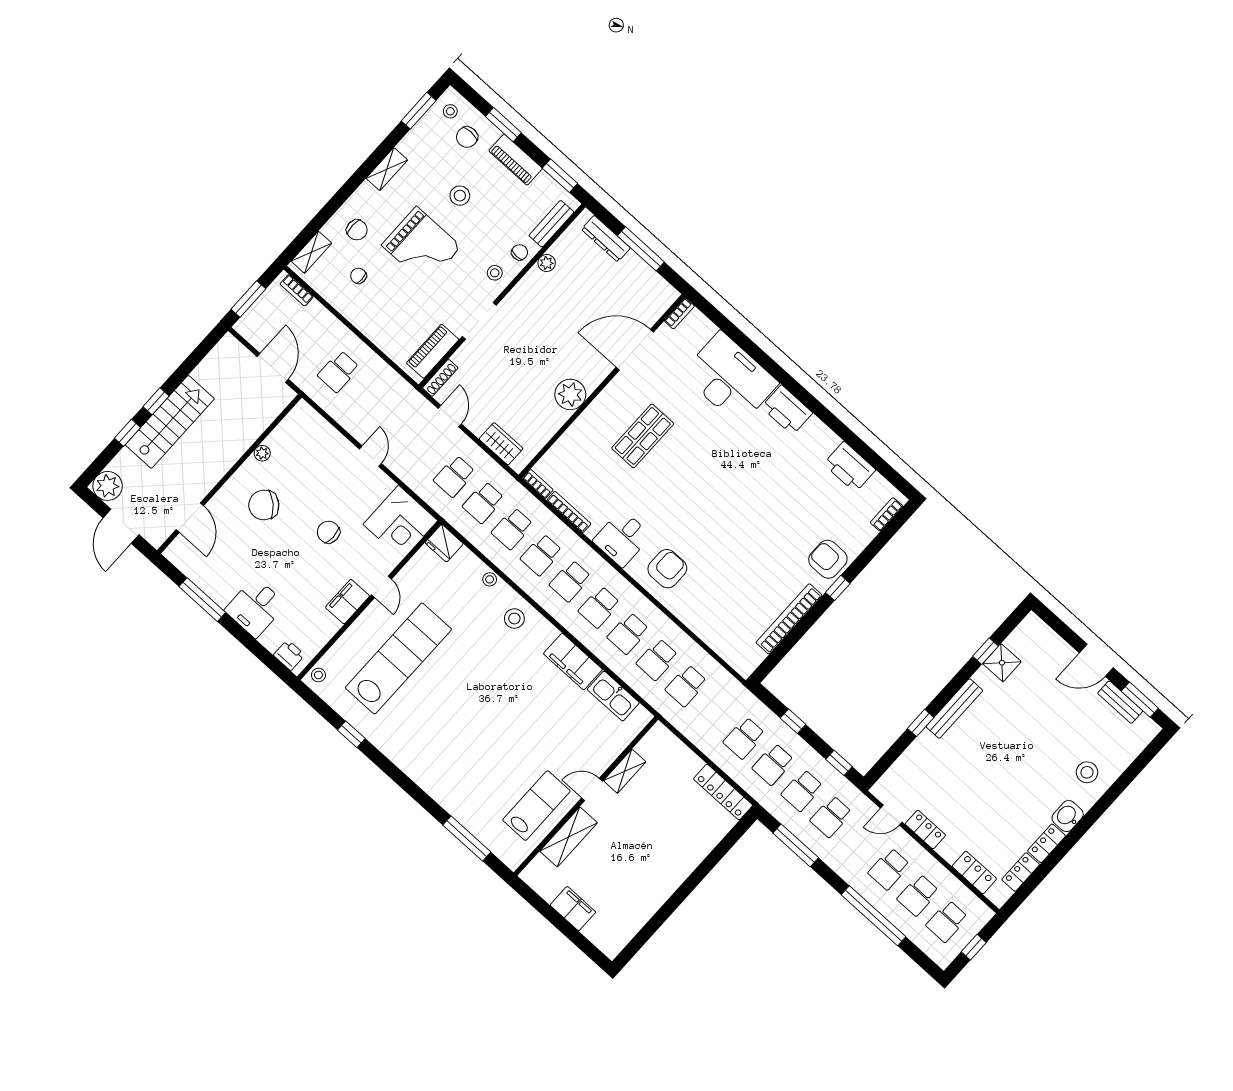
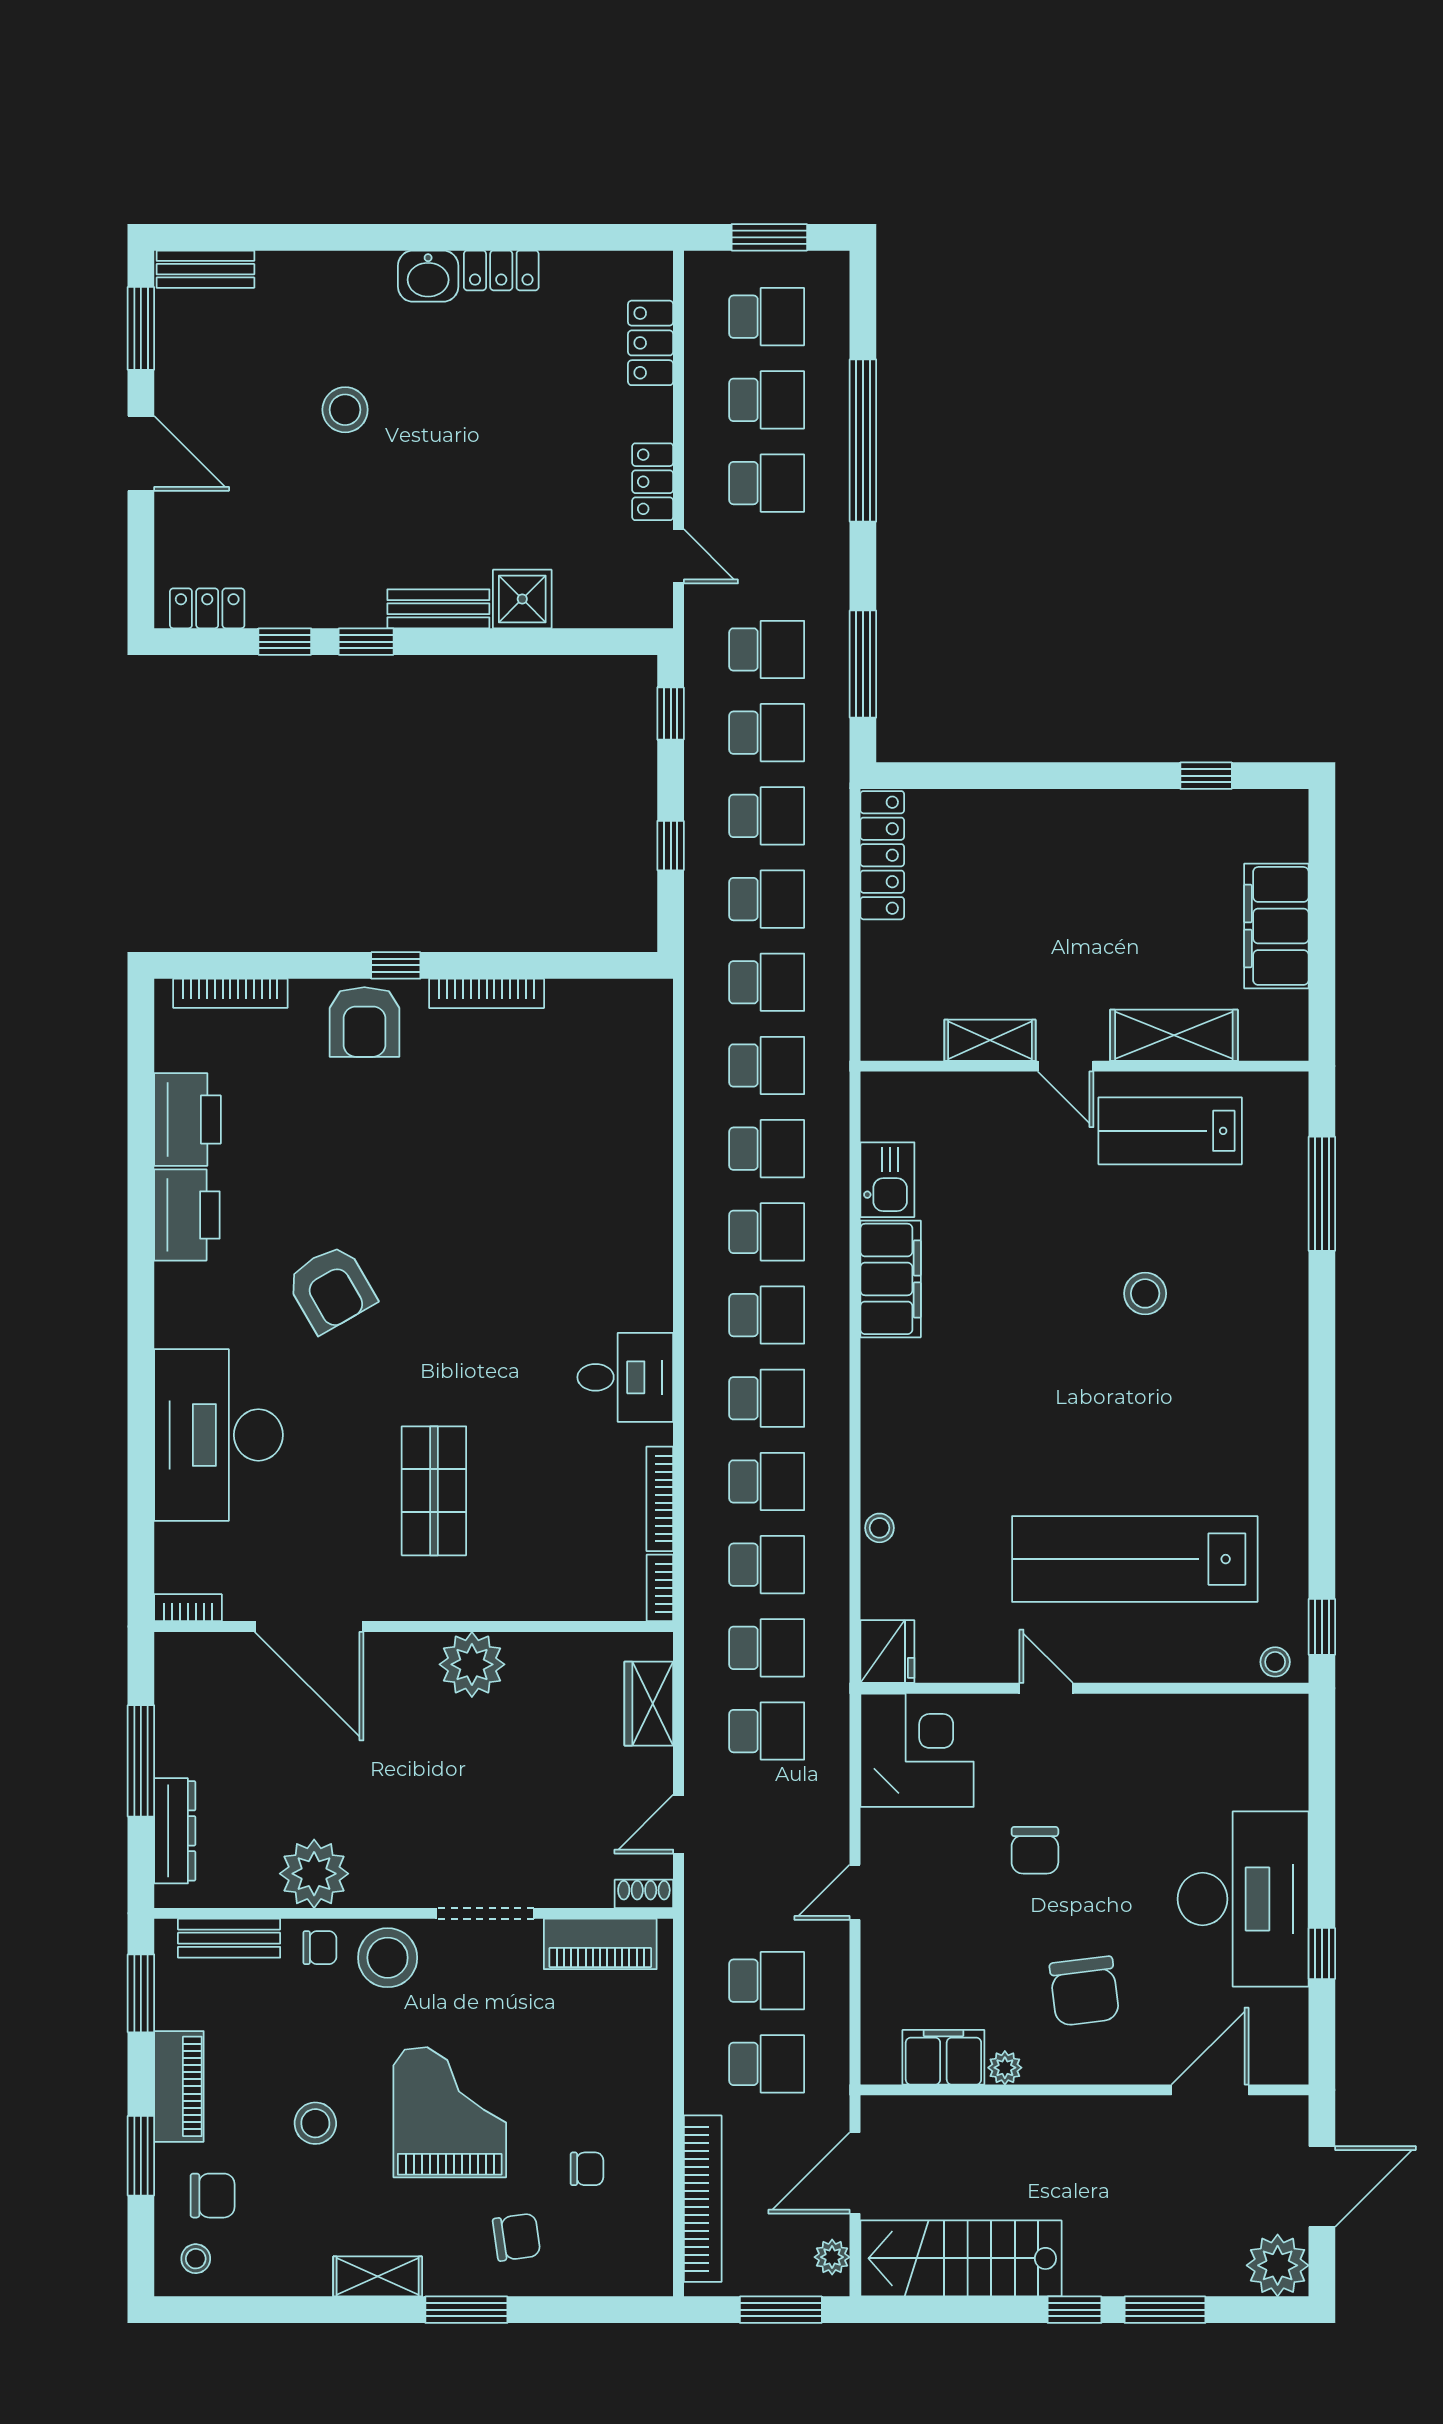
window: (419, 111) -> (466, 2310), moved
chair: (357, 230) -> (517, 2237), turned 82
shelving: (311, 252) -> (617, 2277), removed
chair: (520, 252) -> (320, 1948), turned 180
plant: (547, 263) -> (314, 1874), width x1.88, depth x1.88
stool: (495, 273) -> (388, 1958), width x1.89, depth x1.89
chair: (358, 276) -> (587, 2169), turned -90
bookcase: (297, 290) -> (703, 2199), width x2.31, depth x1.31
plant: (251, 333) -> (832, 2257), added
shoe rack: (440, 378) -> (644, 1894), width x0.70
school desk: (367, 398) -> (767, 1981), added
printer: (787, 410) -> (187, 1215), moved
stairs: (170, 422) -> (961, 2258), moved
window: (128, 433) -> (1165, 2310), width x1.50
shop shelf: (643, 436) -> (434, 1491), turned 90
chair: (264, 505) -> (1084, 1991), turned 40
bookcase: (887, 514) -> (230, 993), width x1.56
armchair: (667, 569) -> (331, 1289), moved, turned -120
door: (381, 587) -> (1046, 1688), hinge flipped
window: (202, 600) -> (1322, 1953), width x0.46
filing cabinet: (347, 602) -> (943, 2057), moved, turned 180
desk: (255, 607) -> (1243, 1899), width x1.87, depth x1.30
stool: (514, 619) -> (1145, 1293), moved
bookcase: (789, 619) -> (487, 993), width x0.68, depth x0.76
printer: (289, 655) -> (1285, 1737), removed
shower: (1002, 663) -> (522, 599), moved
kitchen sink: (613, 696) -> (887, 1180), width x0.73
bench: (1120, 702) -> (205, 269), moved, turned 90
bench: (954, 709) -> (438, 609), width x0.73
school desk: (715, 712) -> (767, 982), added
window: (921, 723) -> (366, 642), moved
window: (351, 734) -> (1322, 1627), moved
stool: (1087, 772) -> (345, 410), moved
locker: (1021, 872) -> (207, 608), moved, turned 180
filing cabinet: (573, 909) -> (1276, 926), width x1.50, depth x1.17
window: (649, 930) -> (1206, 776), added
window: (974, 947) -> (769, 237), width x1.50

